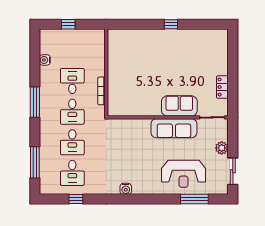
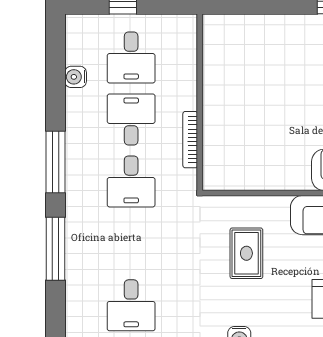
desk: (72, 142) -> (131, 58), moved
rug: (129, 147) -> (246, 253), added
window: (35, 162) -> (55, 249), moved

